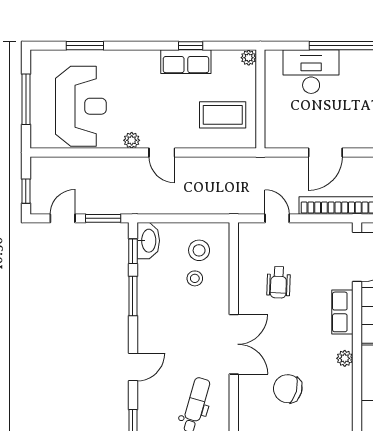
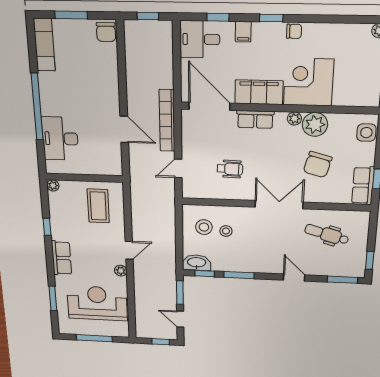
row of seats: (186, 62) -> (62, 258), moved
plant: (338, 383) -> (315, 124), added

